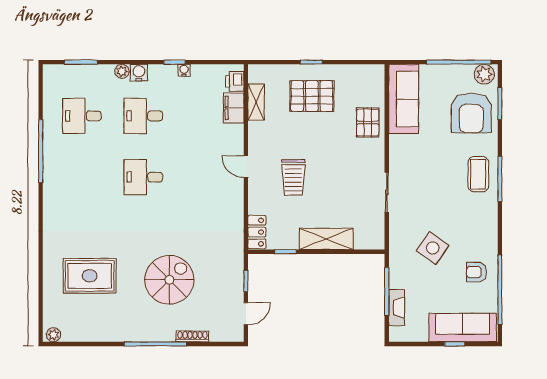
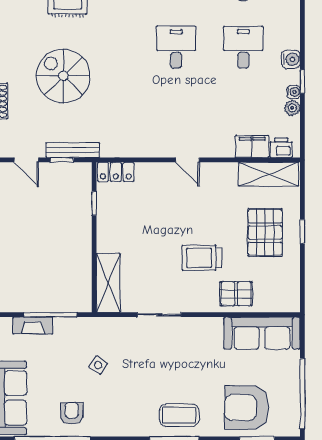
plant: (122, 71) -> (292, 108), moved
water cooler: (139, 73) -> (291, 59), moved
plant: (484, 74) -> (289, 422), removed
shelving: (256, 102) -> (268, 174), width x1.50, depth x1.33
door: (246, 167) -> (187, 160), swing flipped
trolley: (293, 177) -> (202, 258), moved
shelving: (326, 239) -> (108, 283), moved
side table: (433, 248) -> (98, 365), width x0.54, depth x0.54
bench: (237, 271) -> (73, 150), added
spiral stairs: (169, 280) -> (63, 76), turned 180

